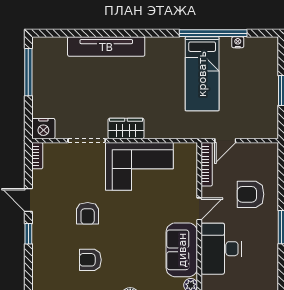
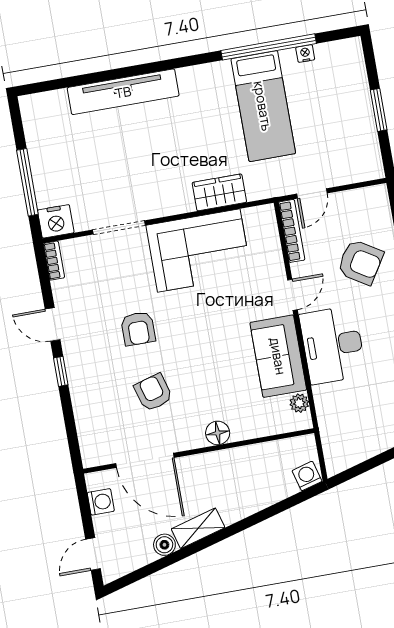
window: (28, 72) -> (27, 182), moved
wardrobe: (126, 128) -> (219, 192), moved
armchair: (251, 194) -> (360, 262), turned -148
armchair: (90, 260) -> (153, 393), turned 74

